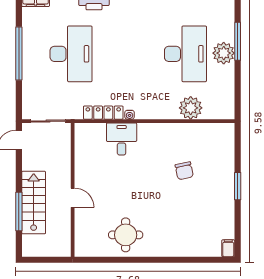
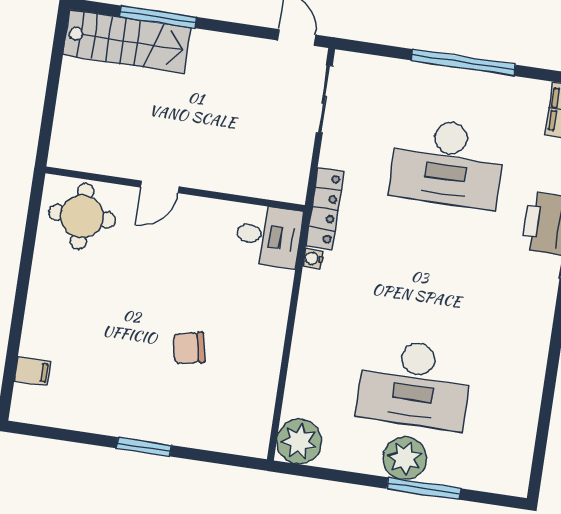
plant: (191, 108) -> (299, 441), moved
wall: (73, 190) -> (175, 189), moved
door: (73, 198) -> (160, 187), moved
stairs: (34, 203) -> (127, 41), moved
filing cabinet: (228, 248) -> (32, 371), moved

